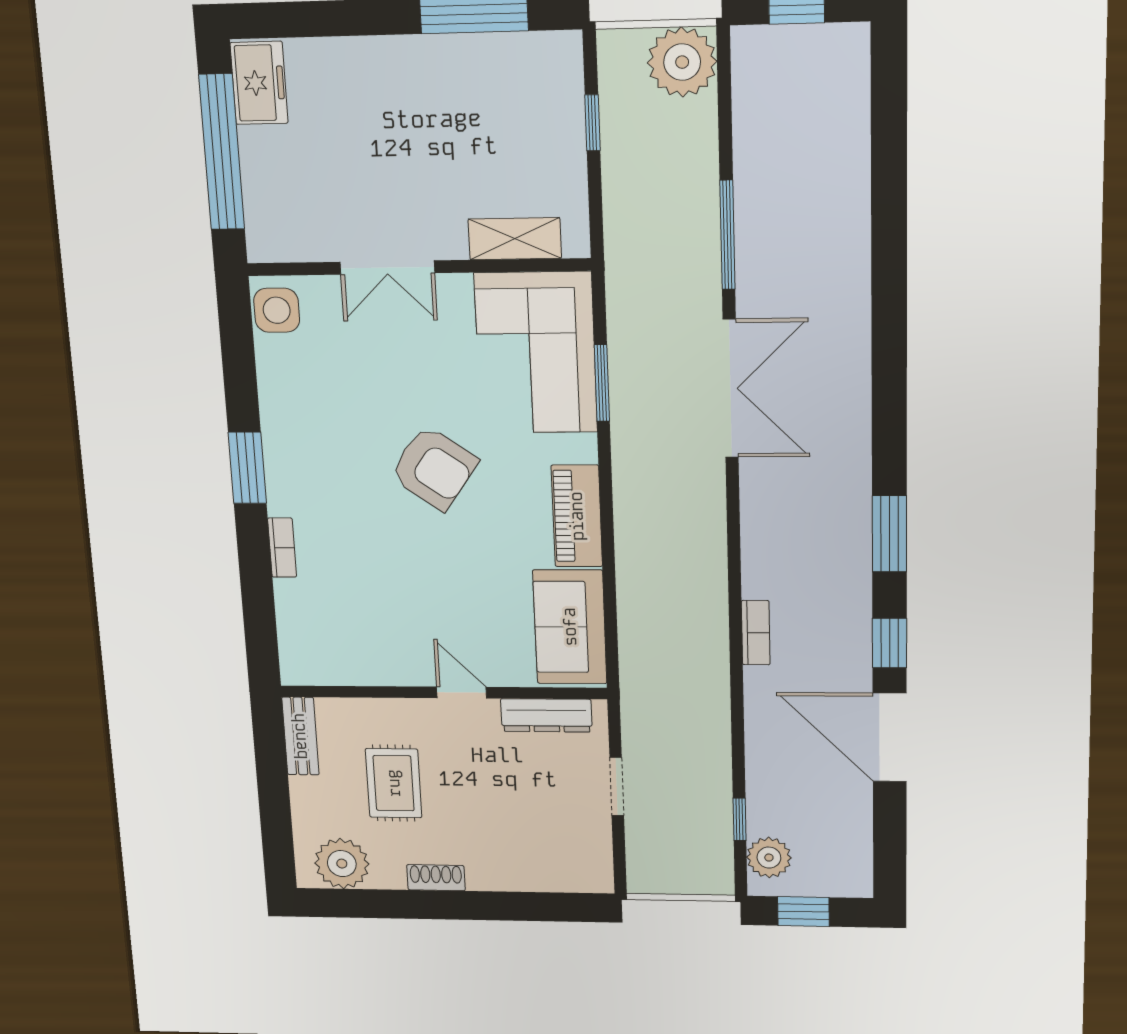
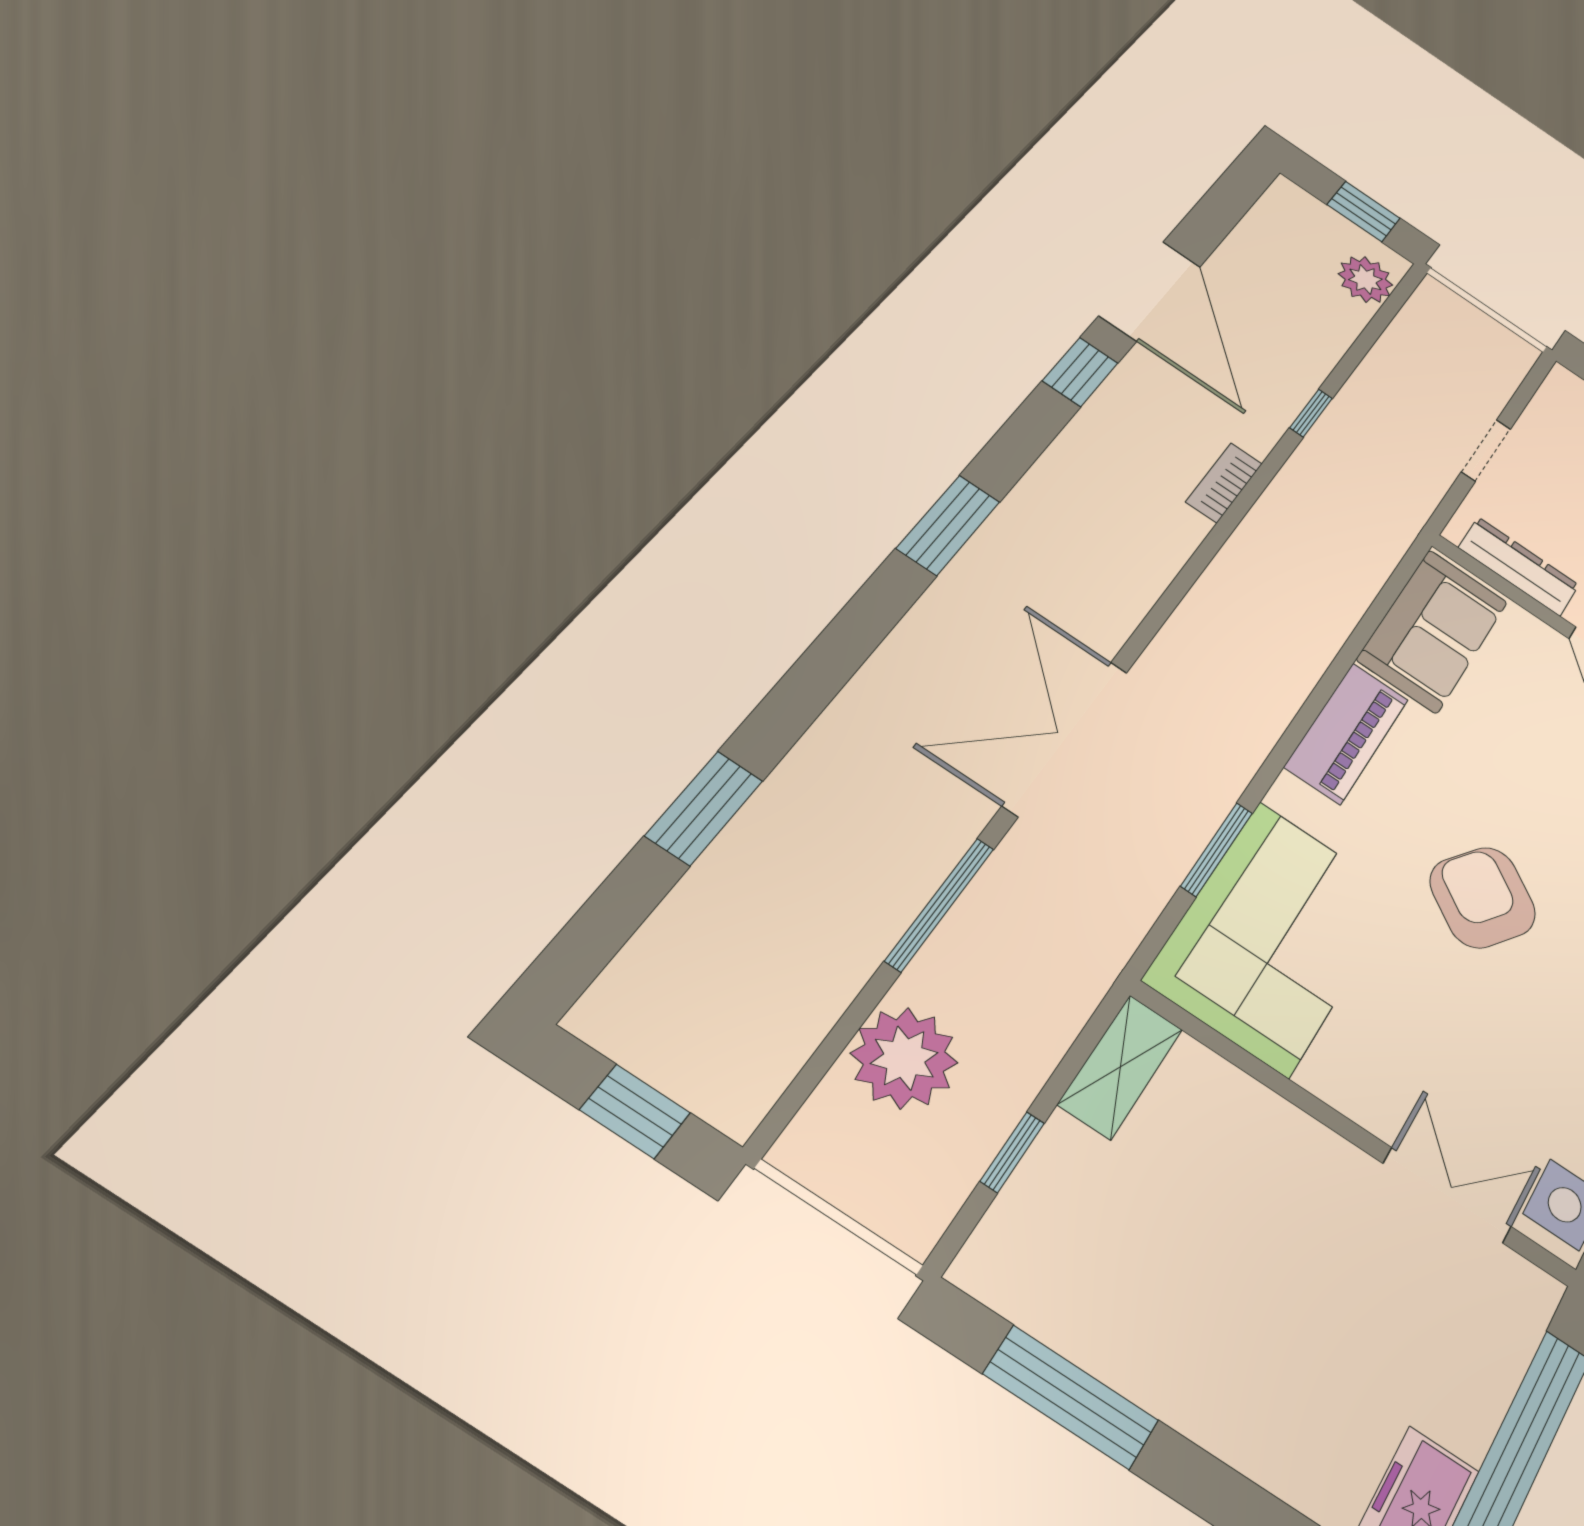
plant: (682, 62) -> (904, 1058), moved
window: (889, 197) -> (704, 808), added
shelving: (515, 239) -> (1120, 1067), moved, turned 90
double door: (387, 268) -> (1447, 1195), moved
window: (889, 534) -> (948, 525), moved
window: (740, 819) -> (1311, 413), moved

